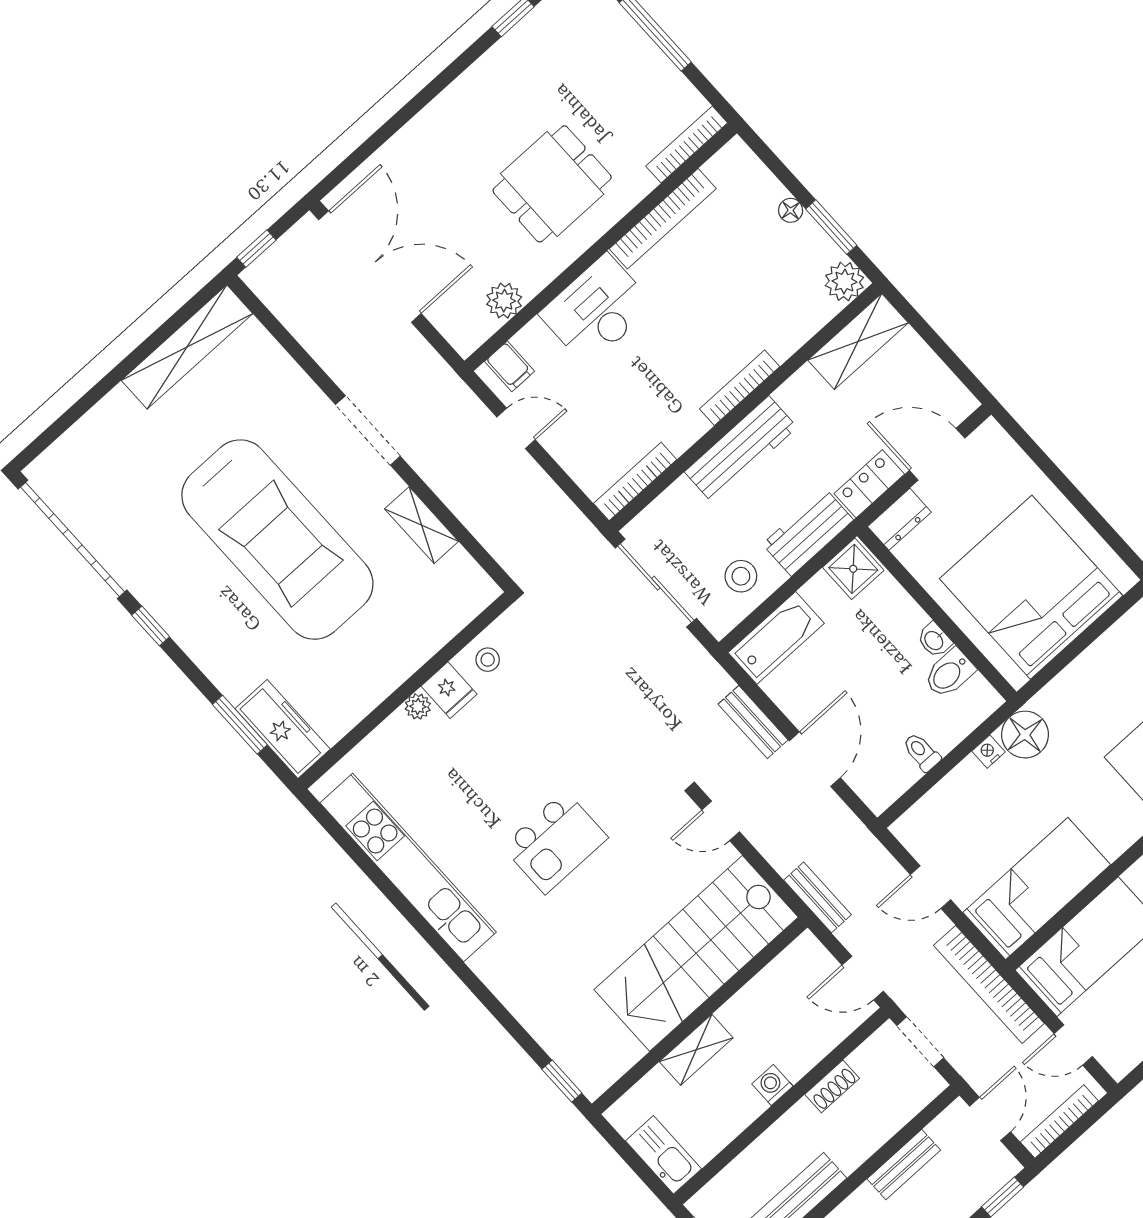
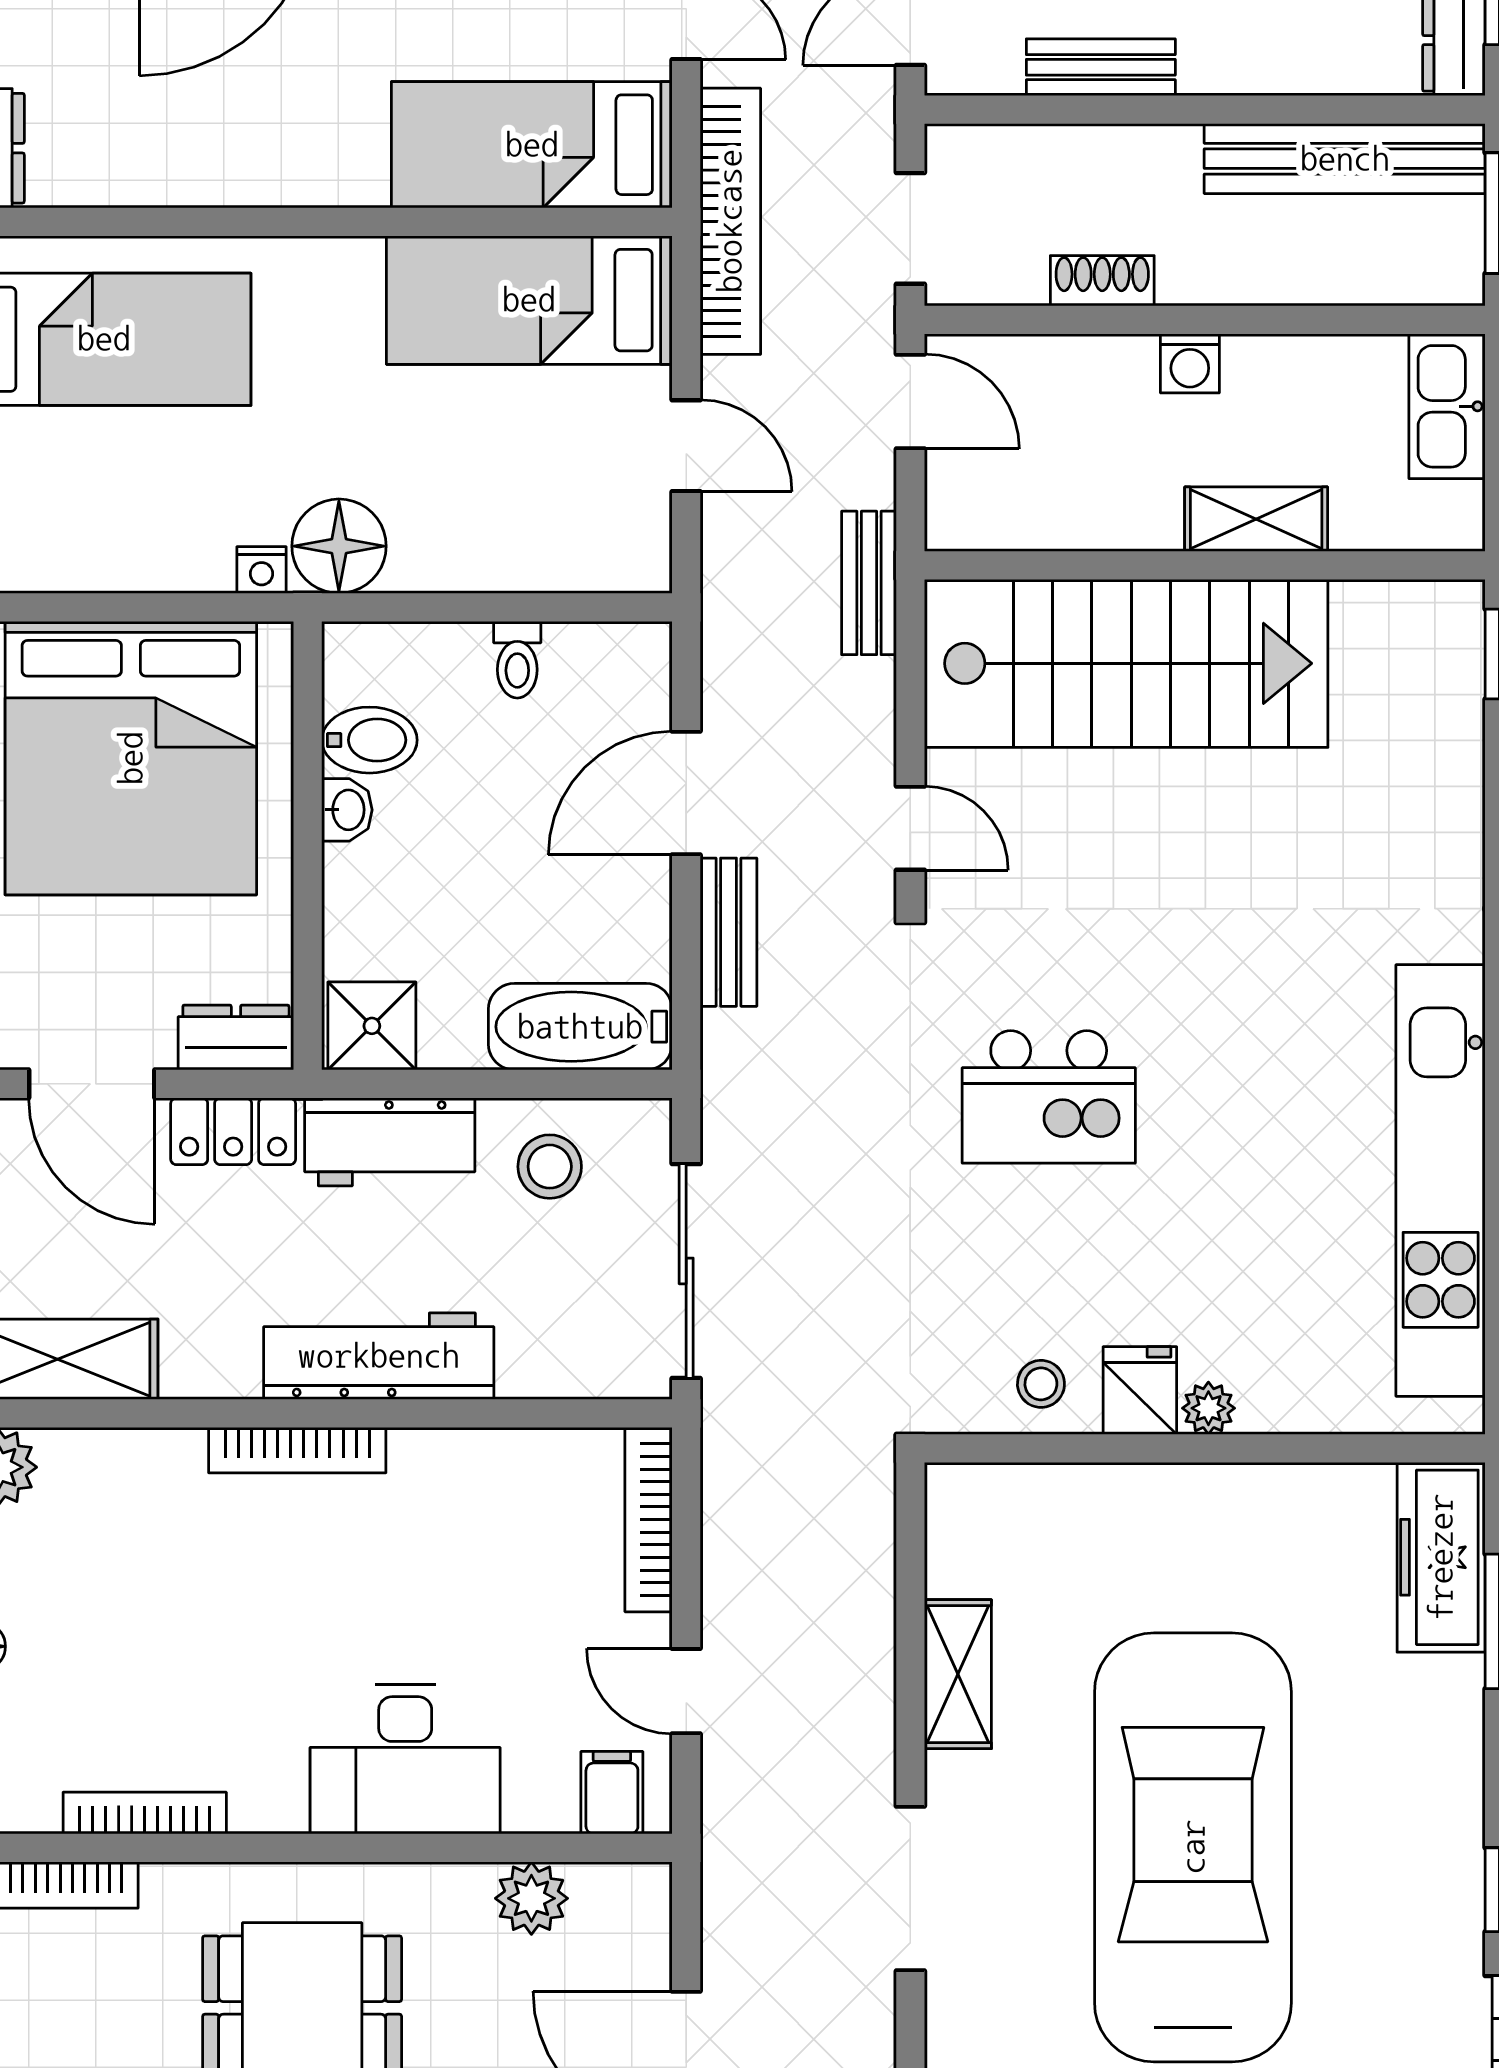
bookcase: (663, 219) -> (145, 1813), width x0.68, depth x0.76
bookcase: (635, 481) -> (649, 1520), moved, turned 90
nightstand: (989, 752) -> (262, 570), moved
kitchen island: (555, 842) -> (1049, 1097), moved, turned 180

